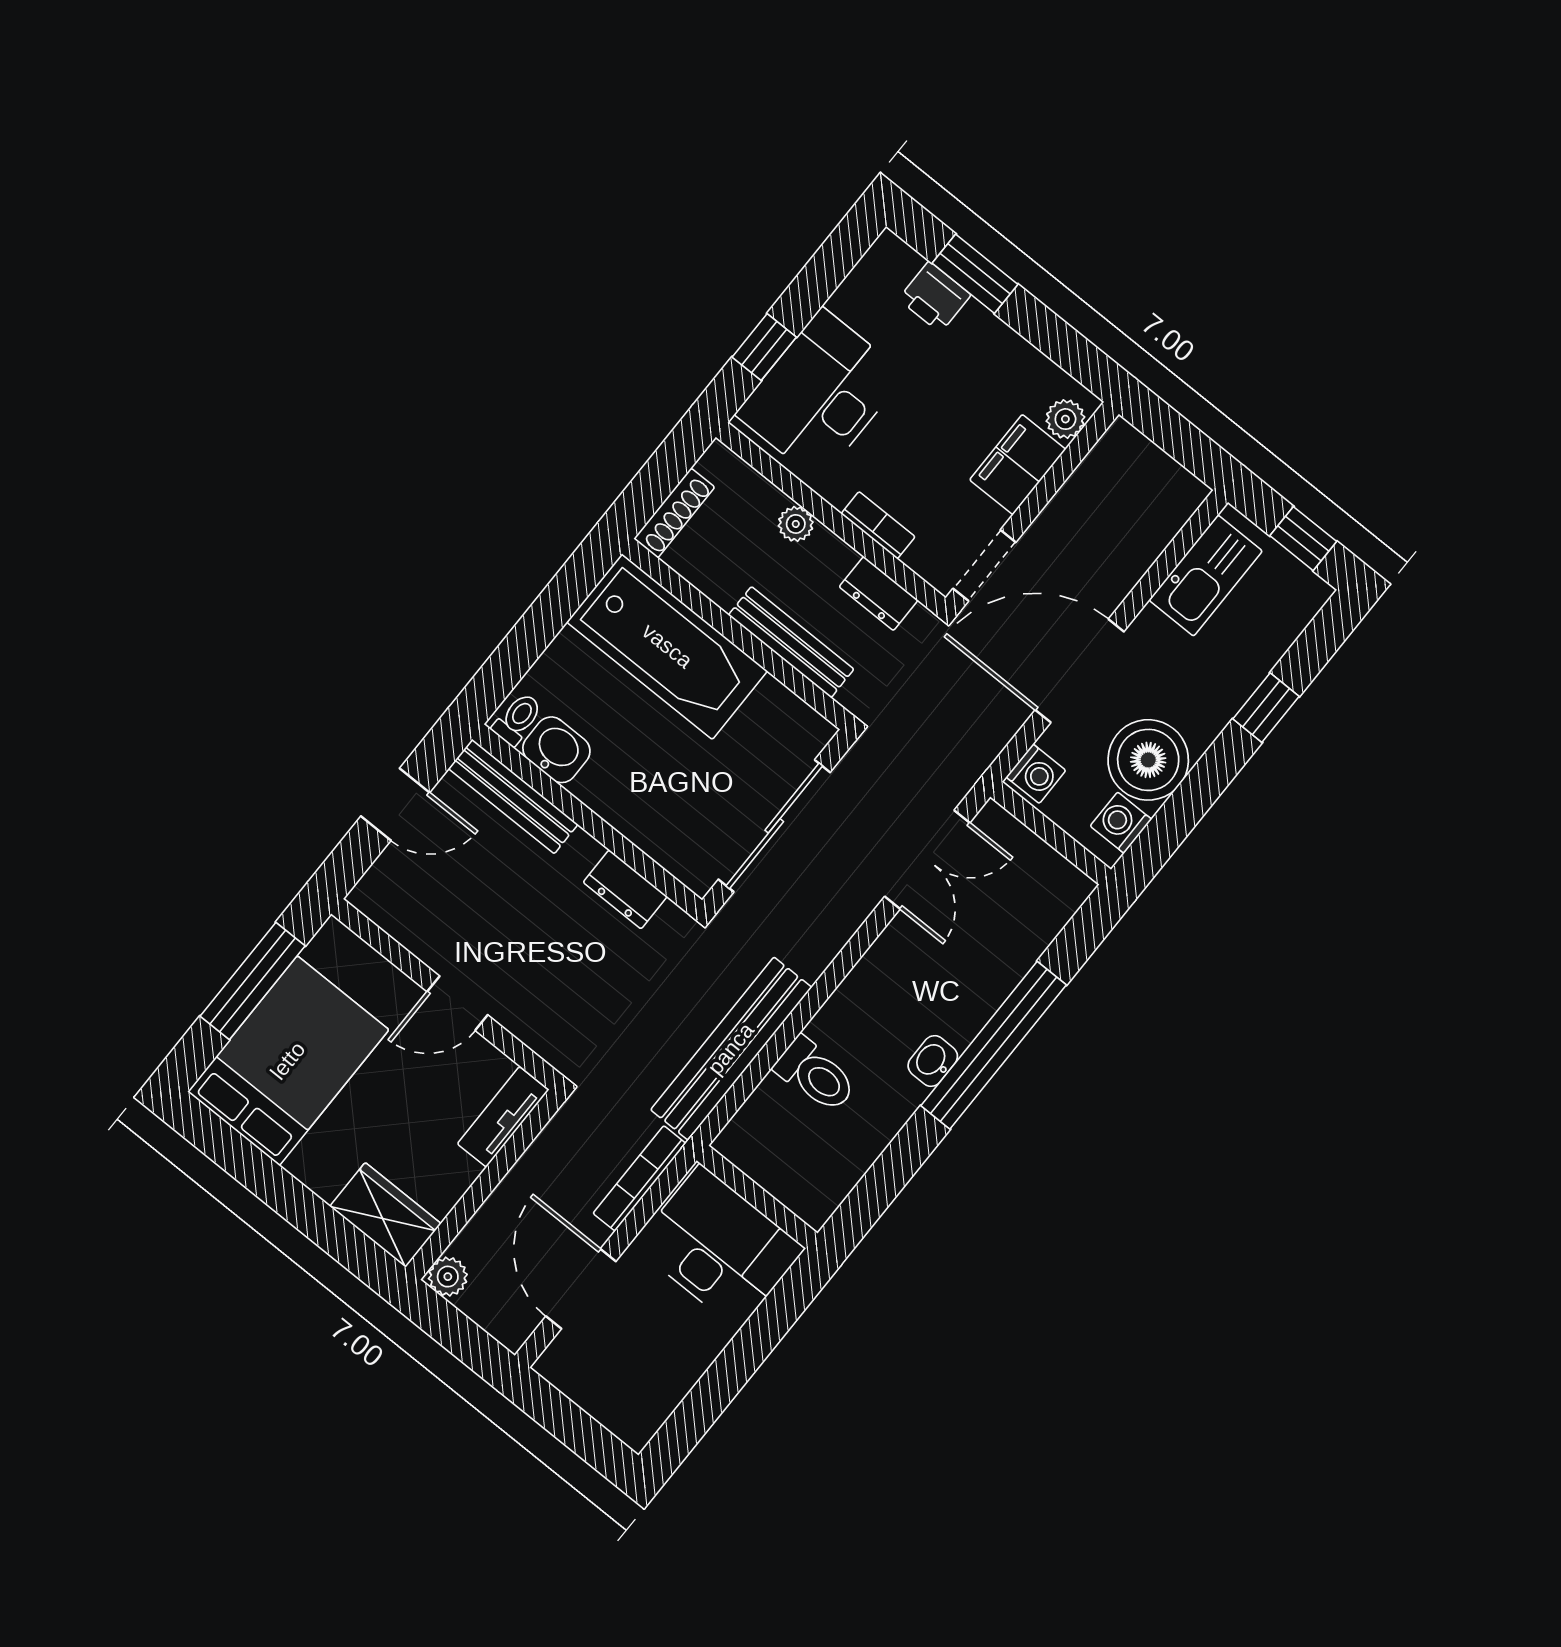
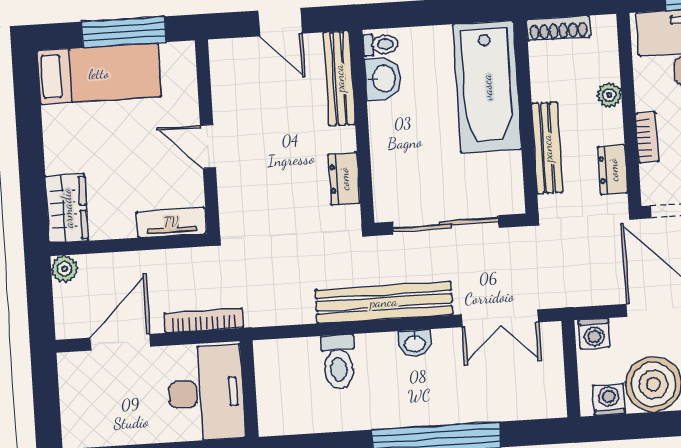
bench: (731, 1049) -> (384, 302), moved
bed: (288, 1061) -> (99, 74), width x0.67
washbasin: (933, 1061) -> (415, 343), moved, turned 180

